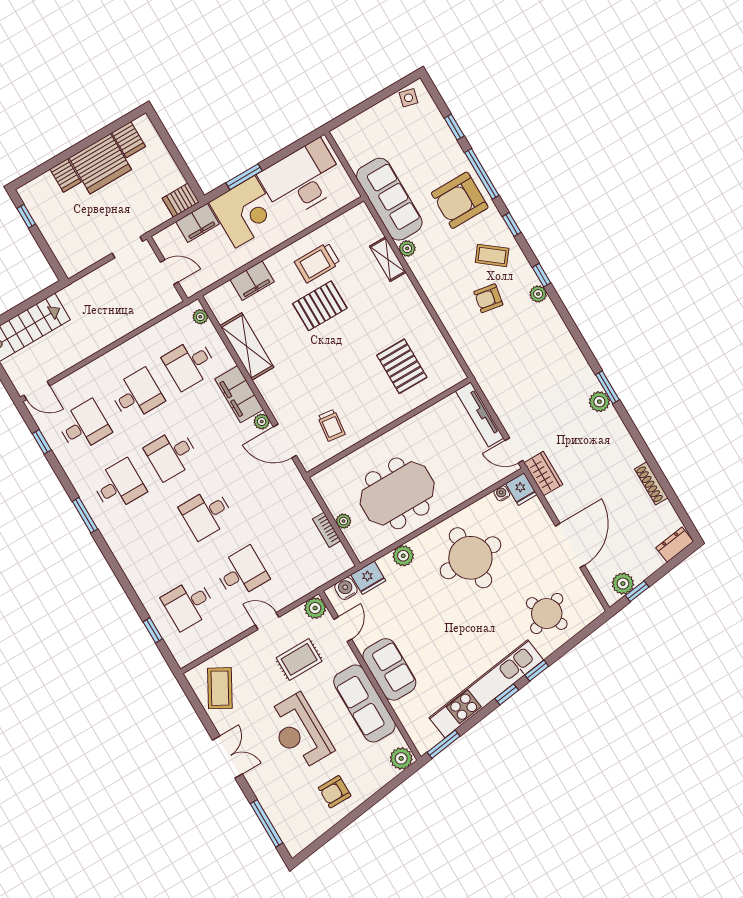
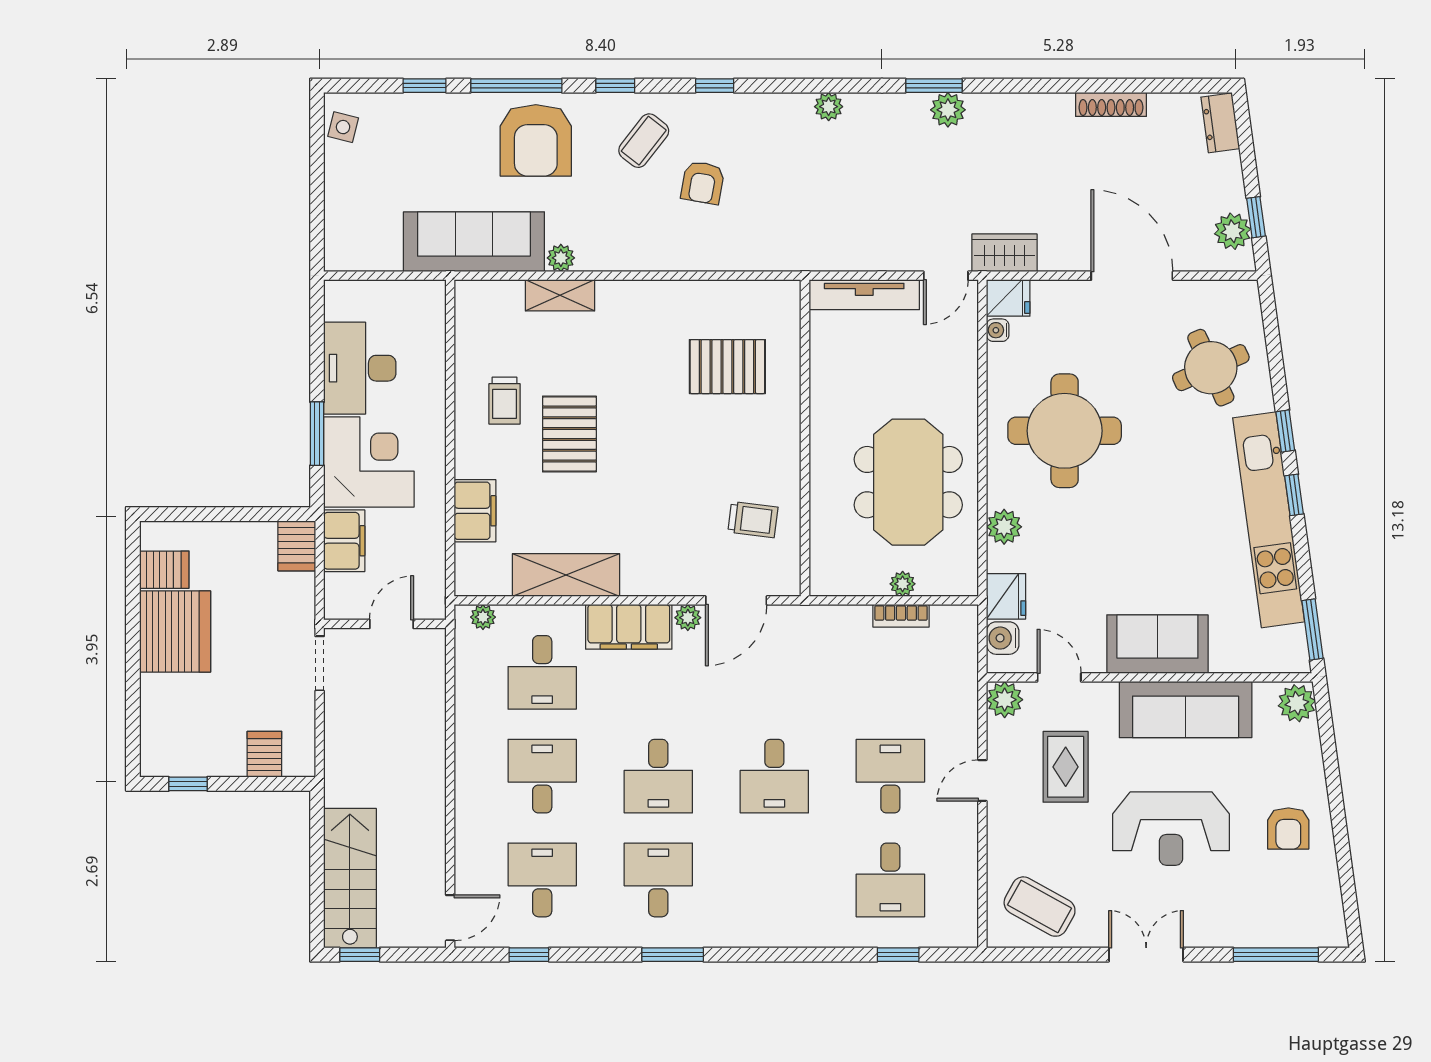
server rack: (66, 176) -> (264, 754), moved, turned -90
desk: (302, 179) -> (360, 368), width x0.73, depth x0.77
trolley: (317, 263) -> (504, 401), width x0.73, depth x0.72
plant: (538, 294) -> (829, 107), moved

